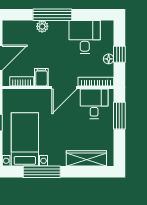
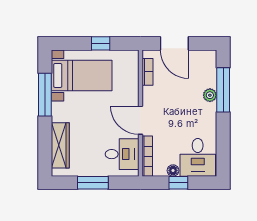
window: (52, 15) -> (223, 90), moved
desk: (85, 37) -> (198, 157), moved, turned 90
filing cabinet: (41, 77) -> (152, 94), removed
window: (119, 116) -> (93, 183), moved

